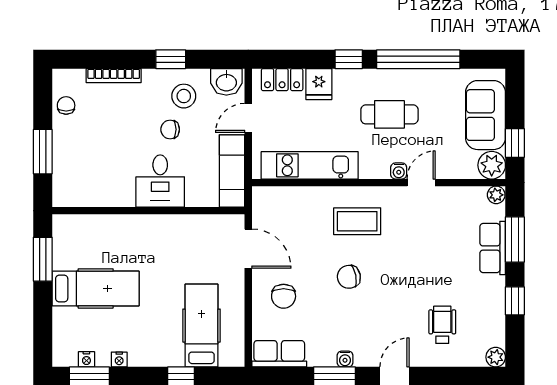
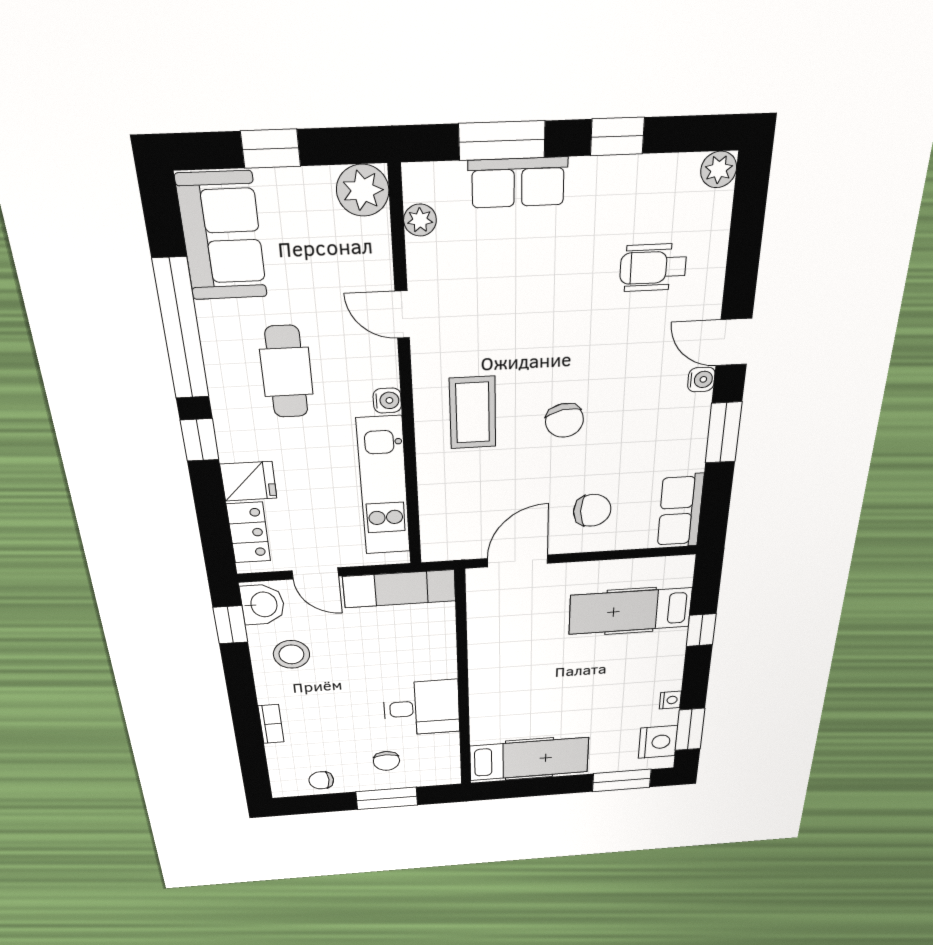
window: (171, 59) -> (230, 625), moved
bookcase: (114, 76) -> (271, 724), width x0.64
sofa: (486, 115) -> (222, 237), moved, turned -90
chair: (170, 129) -> (386, 761), moved
window: (515, 143) -> (271, 149), moved
water cooler: (399, 171) -> (387, 401), moved
desk: (160, 181) -> (422, 708), moved
plant: (496, 195) -> (420, 220), moved
window: (43, 259) -> (622, 780), moved
hospital bed: (96, 288) -> (529, 759), moved, turned 90
nightstand: (86, 359) -> (658, 742), width x1.89, depth x1.79
water cooler: (345, 359) -> (701, 380), moved

